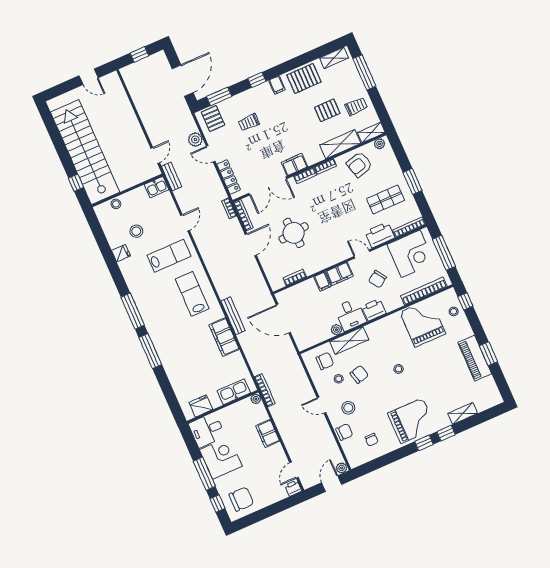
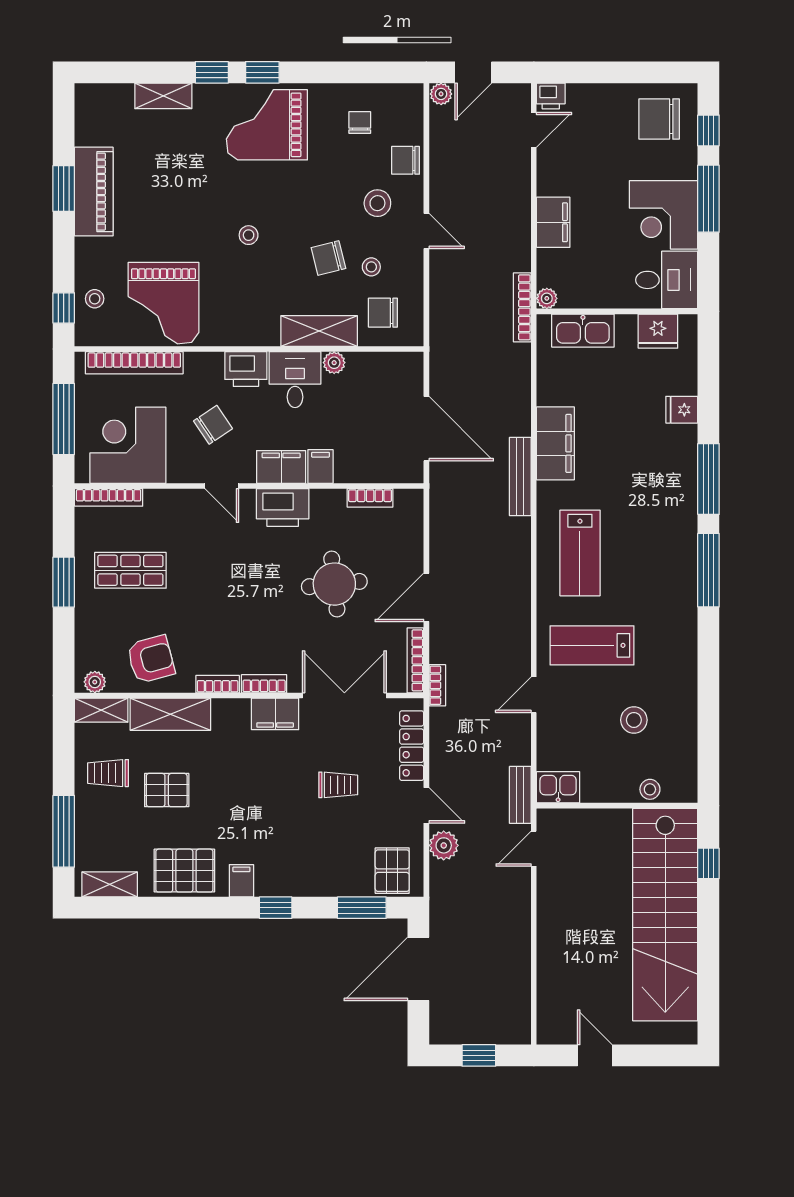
trolley: (249, 122) -> (338, 785), moved
printer: (380, 235) -> (283, 508), moved
fridge: (121, 253) -> (682, 410), moved

